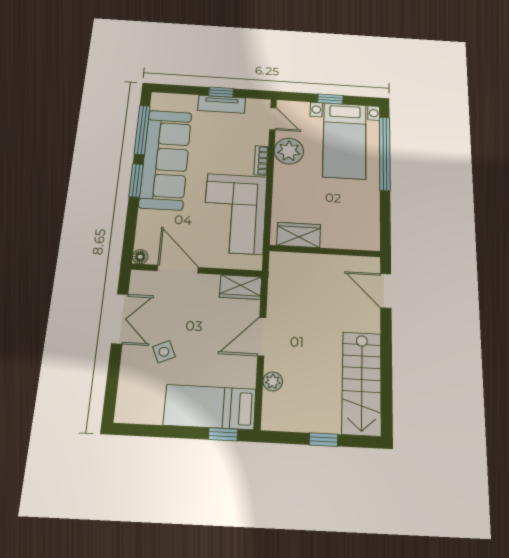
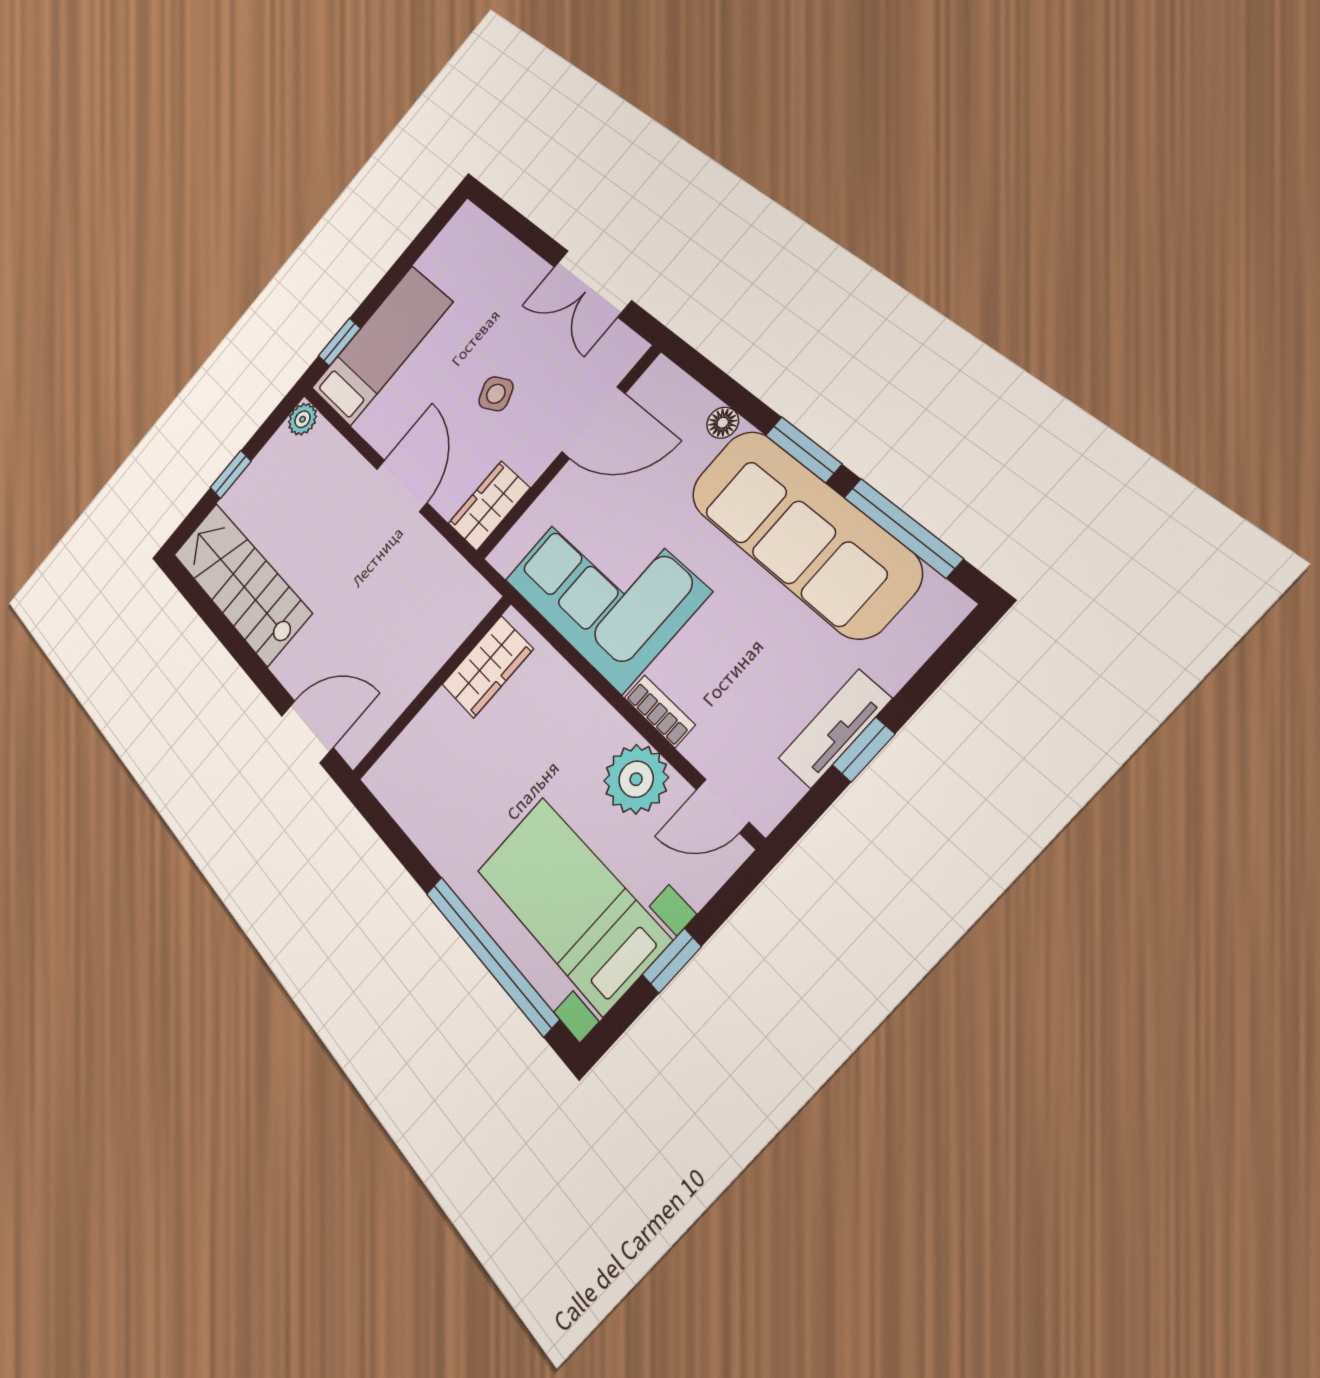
floor lamp: (140, 257) -> (723, 423), moved
side table: (164, 352) -> (496, 394), moved
plant: (273, 381) -> (302, 419), moved

